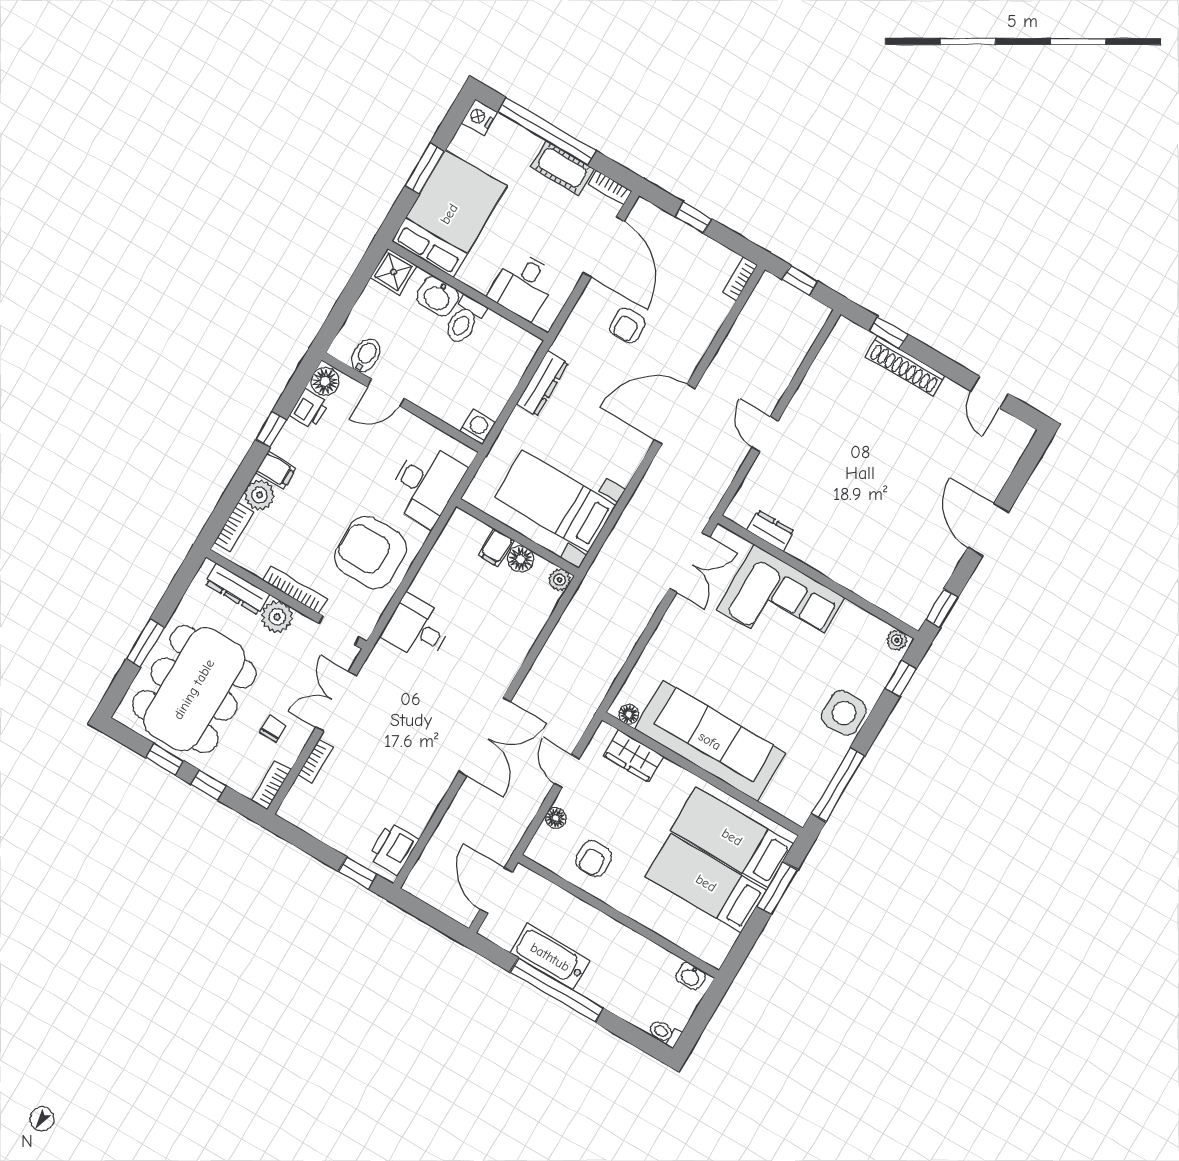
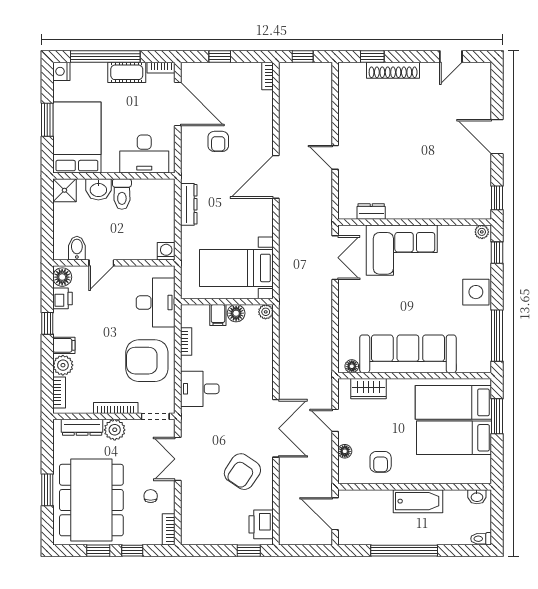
desk: (523, 286) -> (144, 154), width x1.37
door: (990, 392) -> (451, 56), hinge flipped
bookcase: (315, 761) -> (186, 341), moved
armchair: (409, 767) -> (242, 472), added
bathtub: (550, 957) -> (418, 501), moved, turned 180

